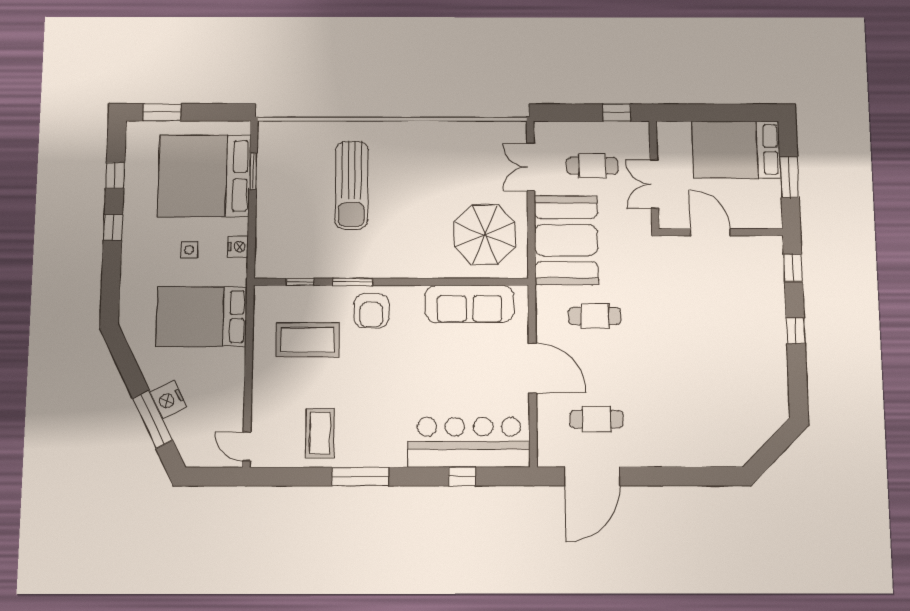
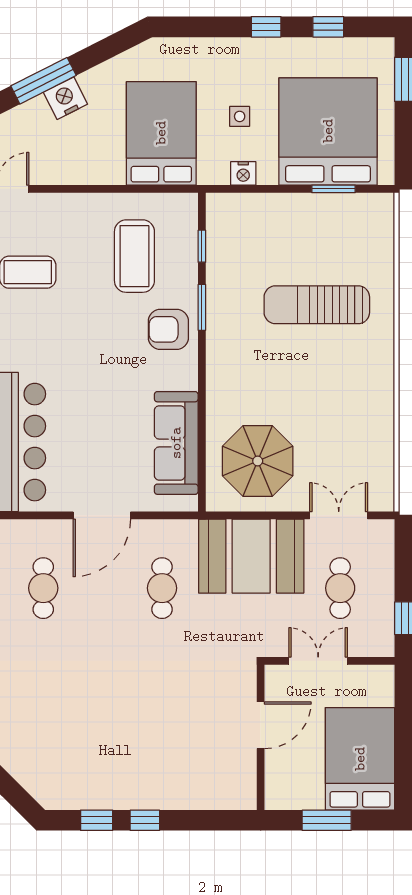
window: (793, 268) -> (97, 820), moved

